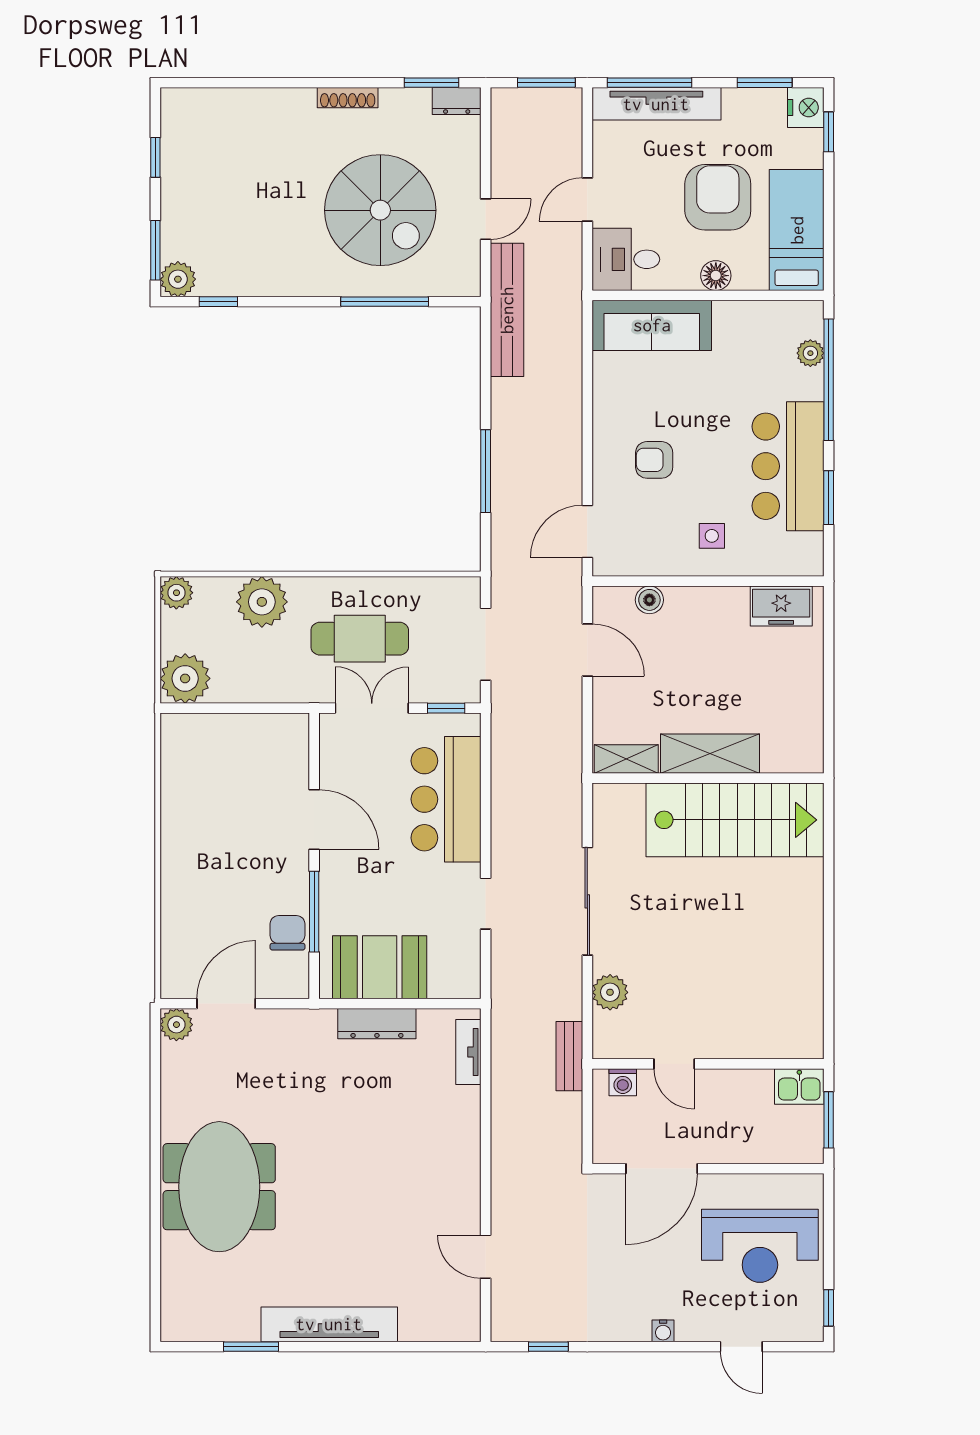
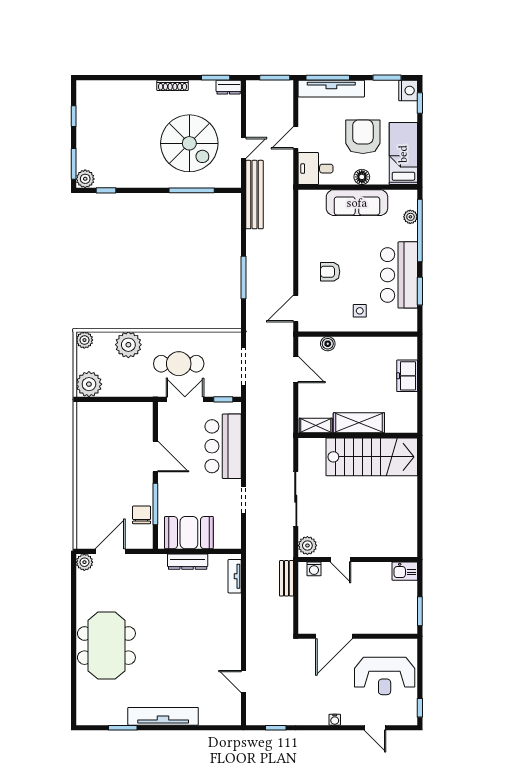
sofa: (652, 325) -> (357, 203), moved
freezer: (781, 606) -> (407, 376), moved, turned 90
door: (674, 1064) -> (340, 559), moved
wall: (708, 1064) -> (358, 559), moved
washing machine: (623, 1082) -> (314, 569), moved
kitchen sink: (799, 1087) -> (405, 571), moved

